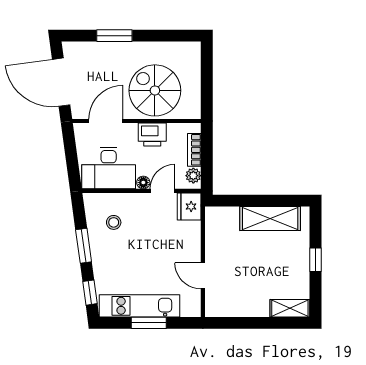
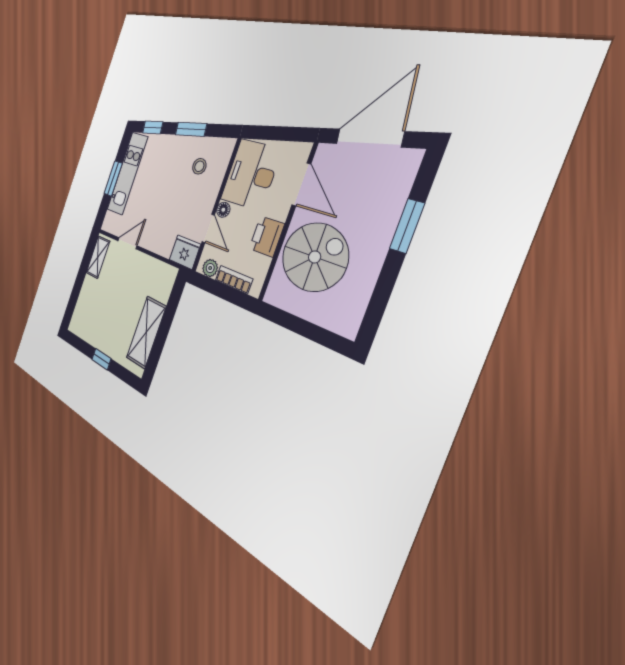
shelving: (290, 308) -> (98, 257), moved

